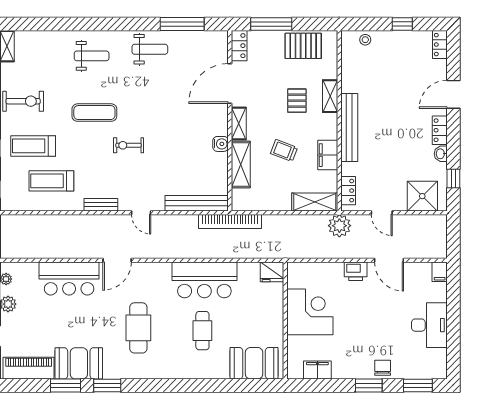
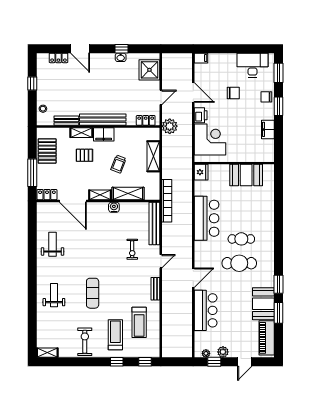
window: (182, 24) -> (32, 233), removed
locker: (440, 45) -> (58, 58), moved
weight bench: (150, 49) -> (53, 244), moved
bench: (348, 74) -> (66, 121), added
locker: (440, 130) -> (105, 58), removed
exercise bike: (128, 145) -> (132, 249), moved
treadmill: (33, 146) -> (115, 335), turned 180
filing cabinet: (328, 155) -> (104, 134), moved
window: (453, 178) -> (121, 49), moved
shelving: (315, 202) -> (153, 156), moved
door: (117, 260) -> (193, 278), hinge flipped
door: (389, 260) -> (193, 93), hinge flipped
corner desk: (310, 312) -> (210, 139), moved, turned 90
chair: (388, 319) -> (233, 93), added
desk: (429, 325) -> (252, 65), moved
cafe table: (202, 331) -> (241, 239), moved
booth: (254, 363) -> (246, 175), moved, turned 90
filing cabinet: (317, 370) -> (268, 129), moved

